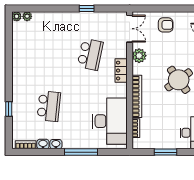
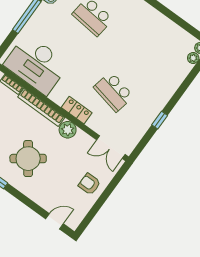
armchair: (166, 25) -> (89, 184), turned 90
plant: (139, 56) -> (68, 130), moved

